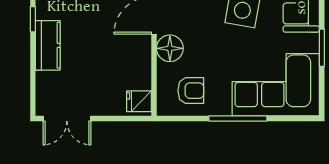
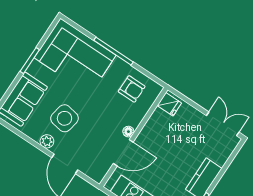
floor lamp: (170, 48) -> (128, 132), width x0.53, depth x0.53
armchair: (191, 91) -> (132, 89), turned 180

